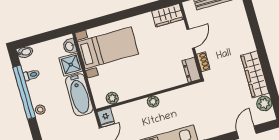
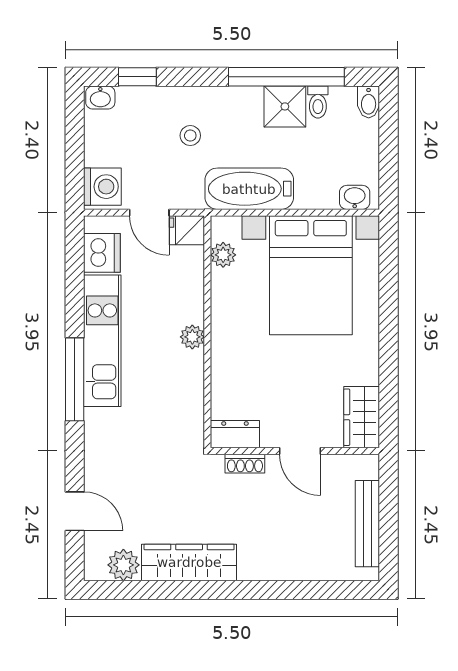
bed with nightstands: (108, 48) -> (311, 275), width x1.36
shower: (71, 65) -> (285, 106), moved
stool: (40, 110) -> (190, 136), moved

